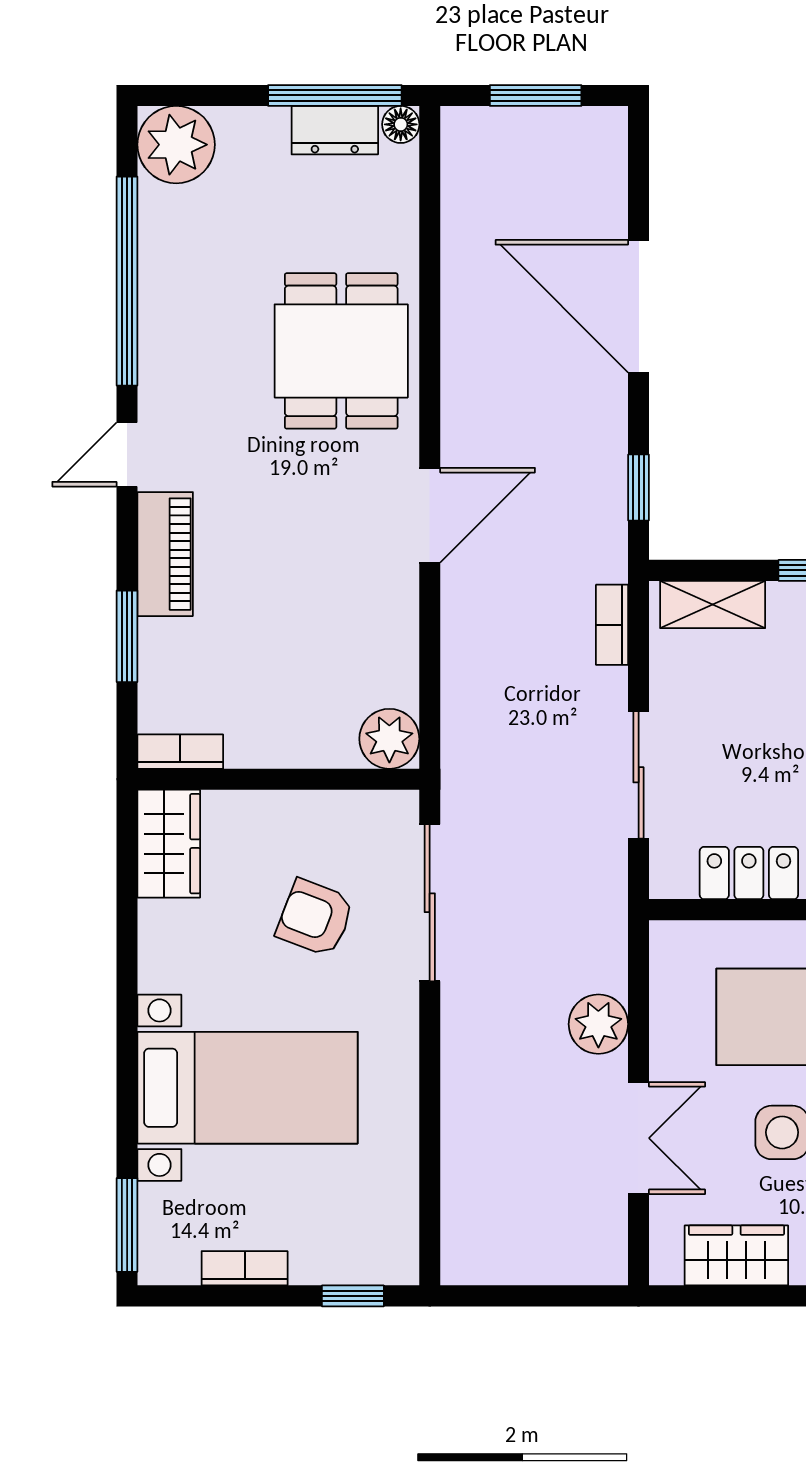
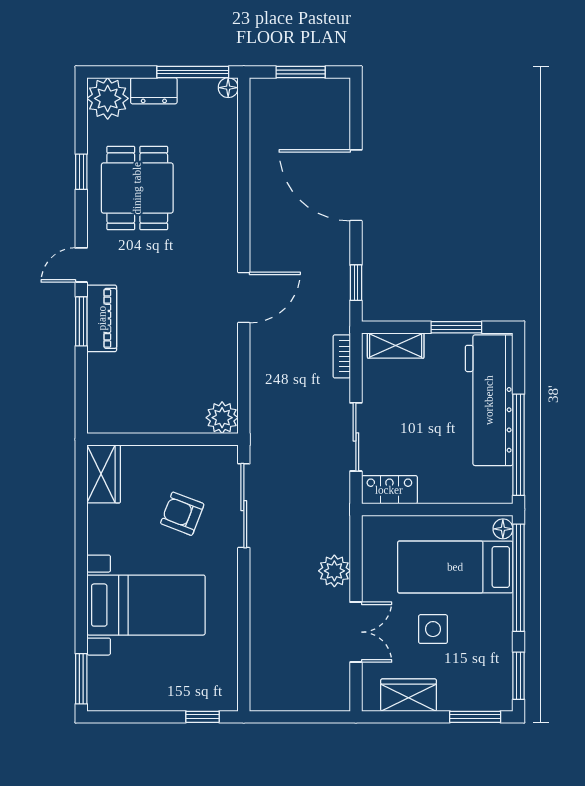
dresser: (335, 130) -> (154, 91), moved
window: (127, 281) -> (81, 172), width x0.32
dining table: (341, 351) -> (137, 188), moved
window: (127, 636) -> (81, 321), moved
bookcase: (180, 752) -> (110, 425), removed
locker: (749, 873) -> (389, 490), moved
bookcase: (245, 1268) -> (144, 702), removed

